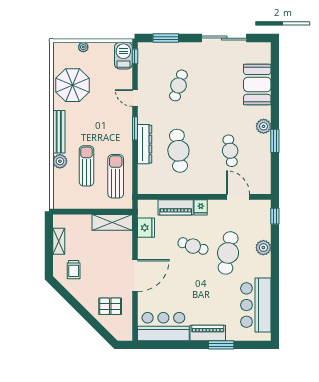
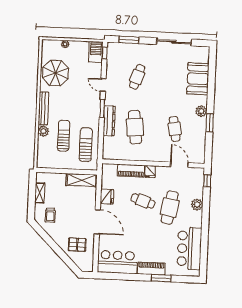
fridge: (146, 228) -> (107, 197), moved
door: (135, 276) -> (97, 222), hinge flipped

